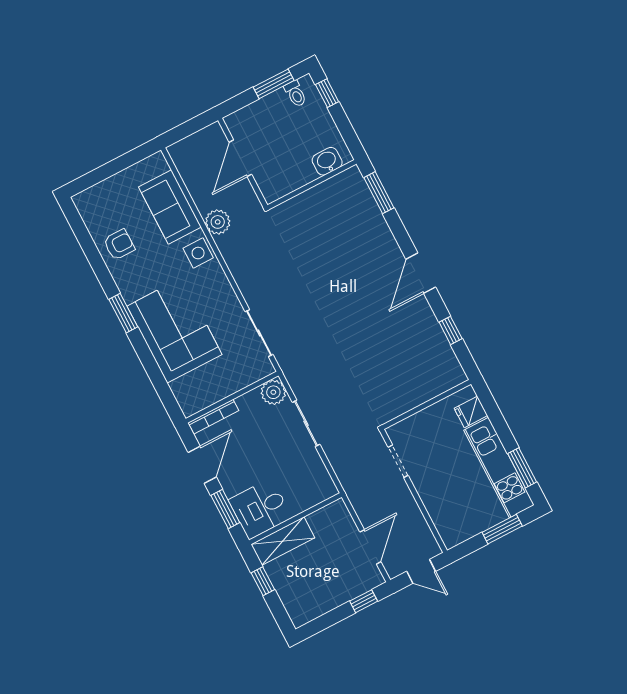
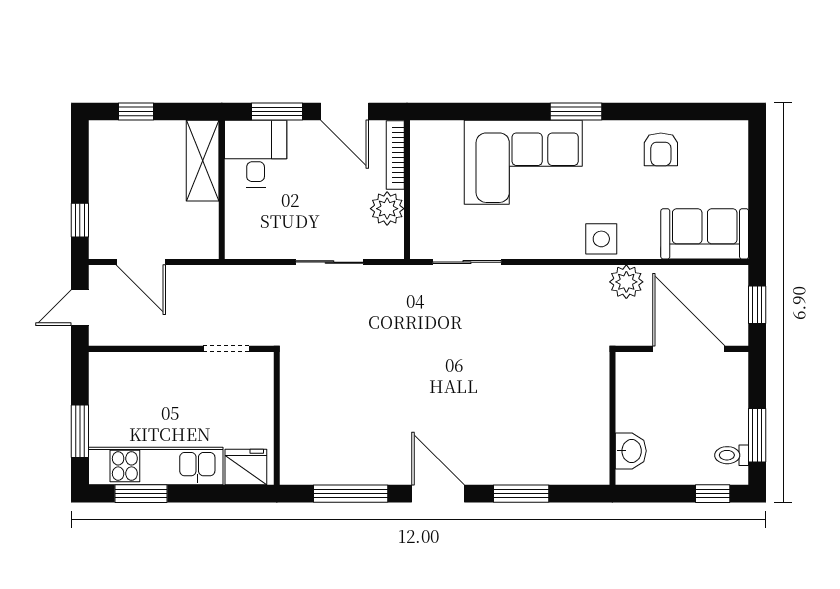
window: (188, 128) -> (757, 305), added
door: (240, 158) -> (689, 349), width x1.36
window: (379, 193) -> (521, 494), moved
sofa: (170, 207) -> (705, 234), moved
window: (451, 330) -> (351, 494), width x2.17
plant: (273, 392) -> (387, 209), moved
fridge: (471, 412) -> (246, 467), width x1.38
window: (263, 581) -> (136, 112), moved

